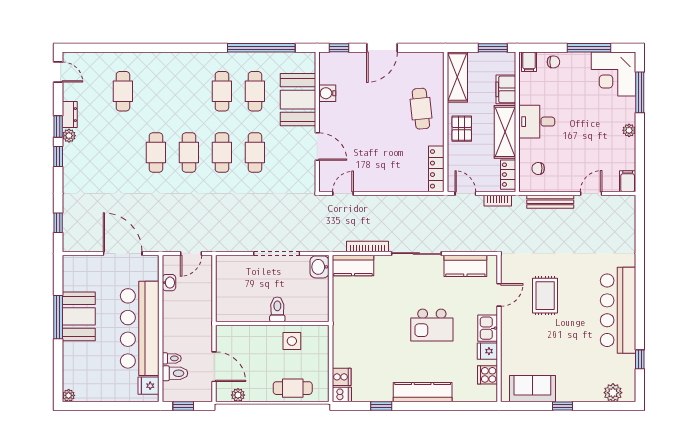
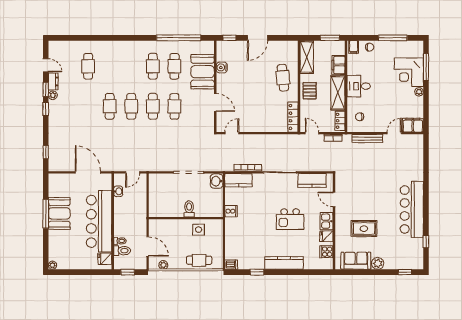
door: (58, 72) -> (46, 65), moved
corner desk: (614, 74) -> (409, 72), moved
filing cabinet: (628, 181) -> (413, 125), width x2.00
door: (499, 295) -> (334, 199), swing flipped
rug: (545, 296) -> (364, 229), moved, turned 90
cooker: (342, 377) -> (231, 211), moved
plant: (613, 393) -> (378, 263), moved
window: (563, 406) -> (405, 272), moved

